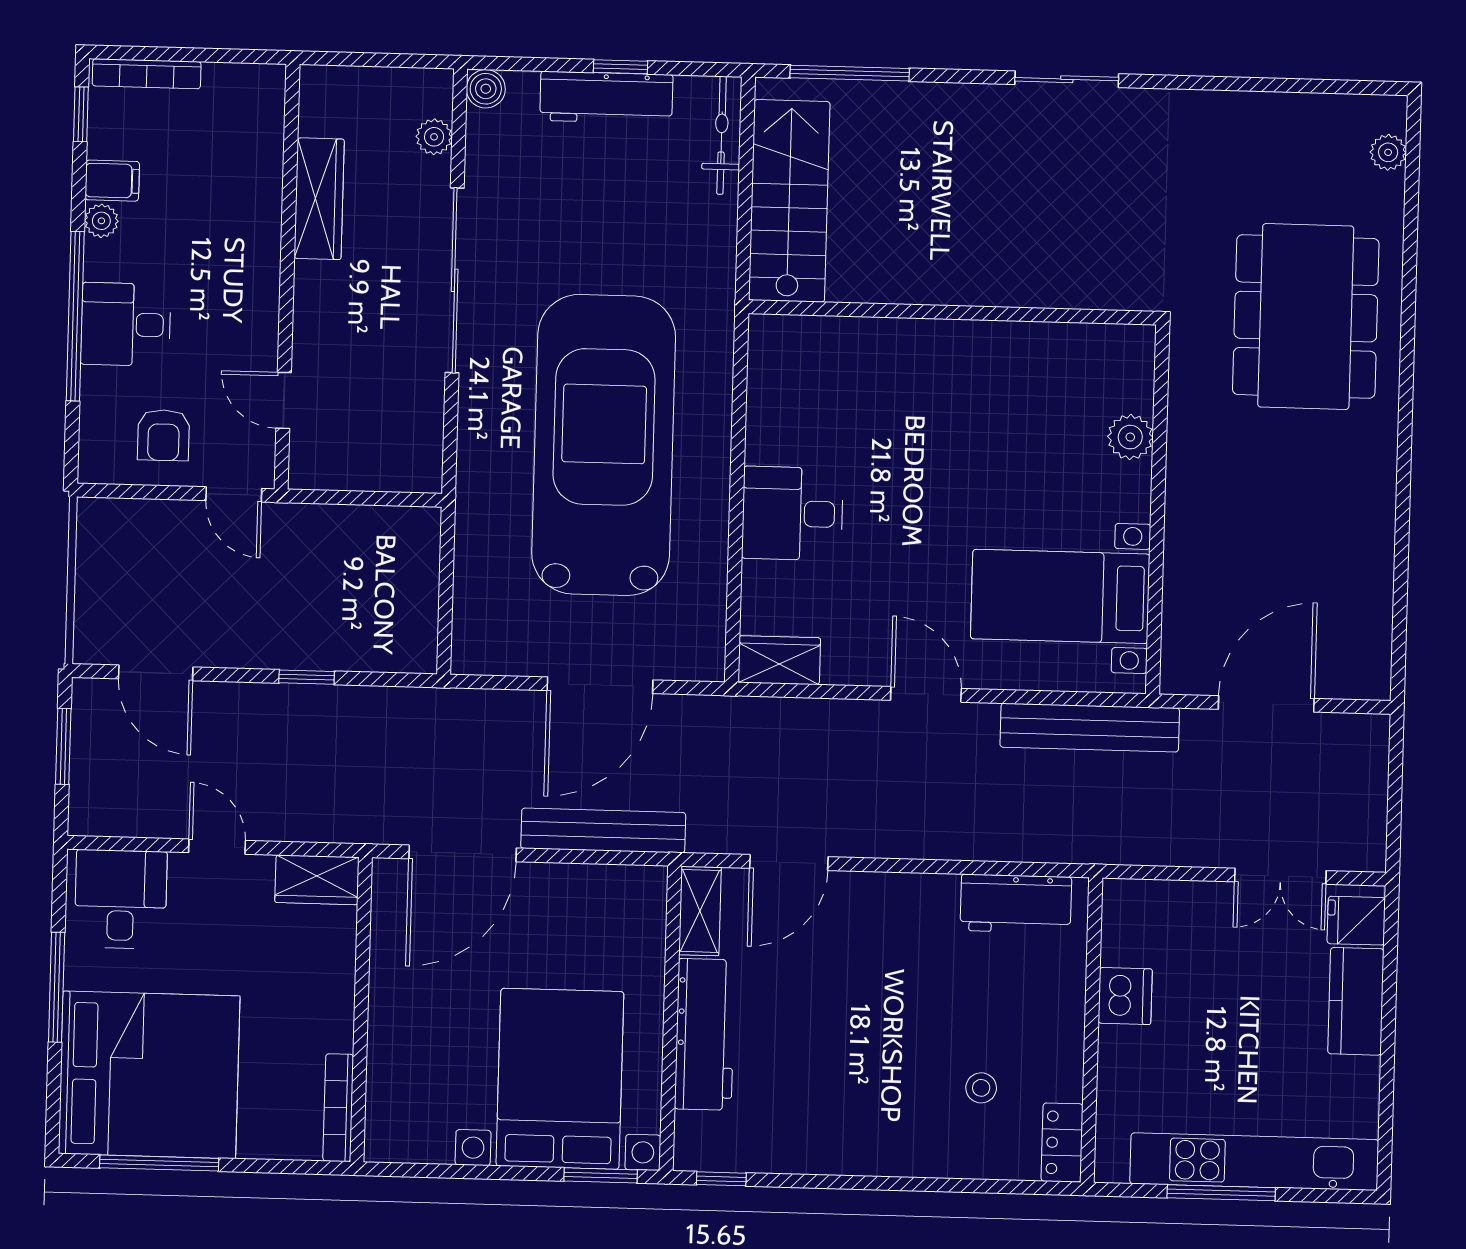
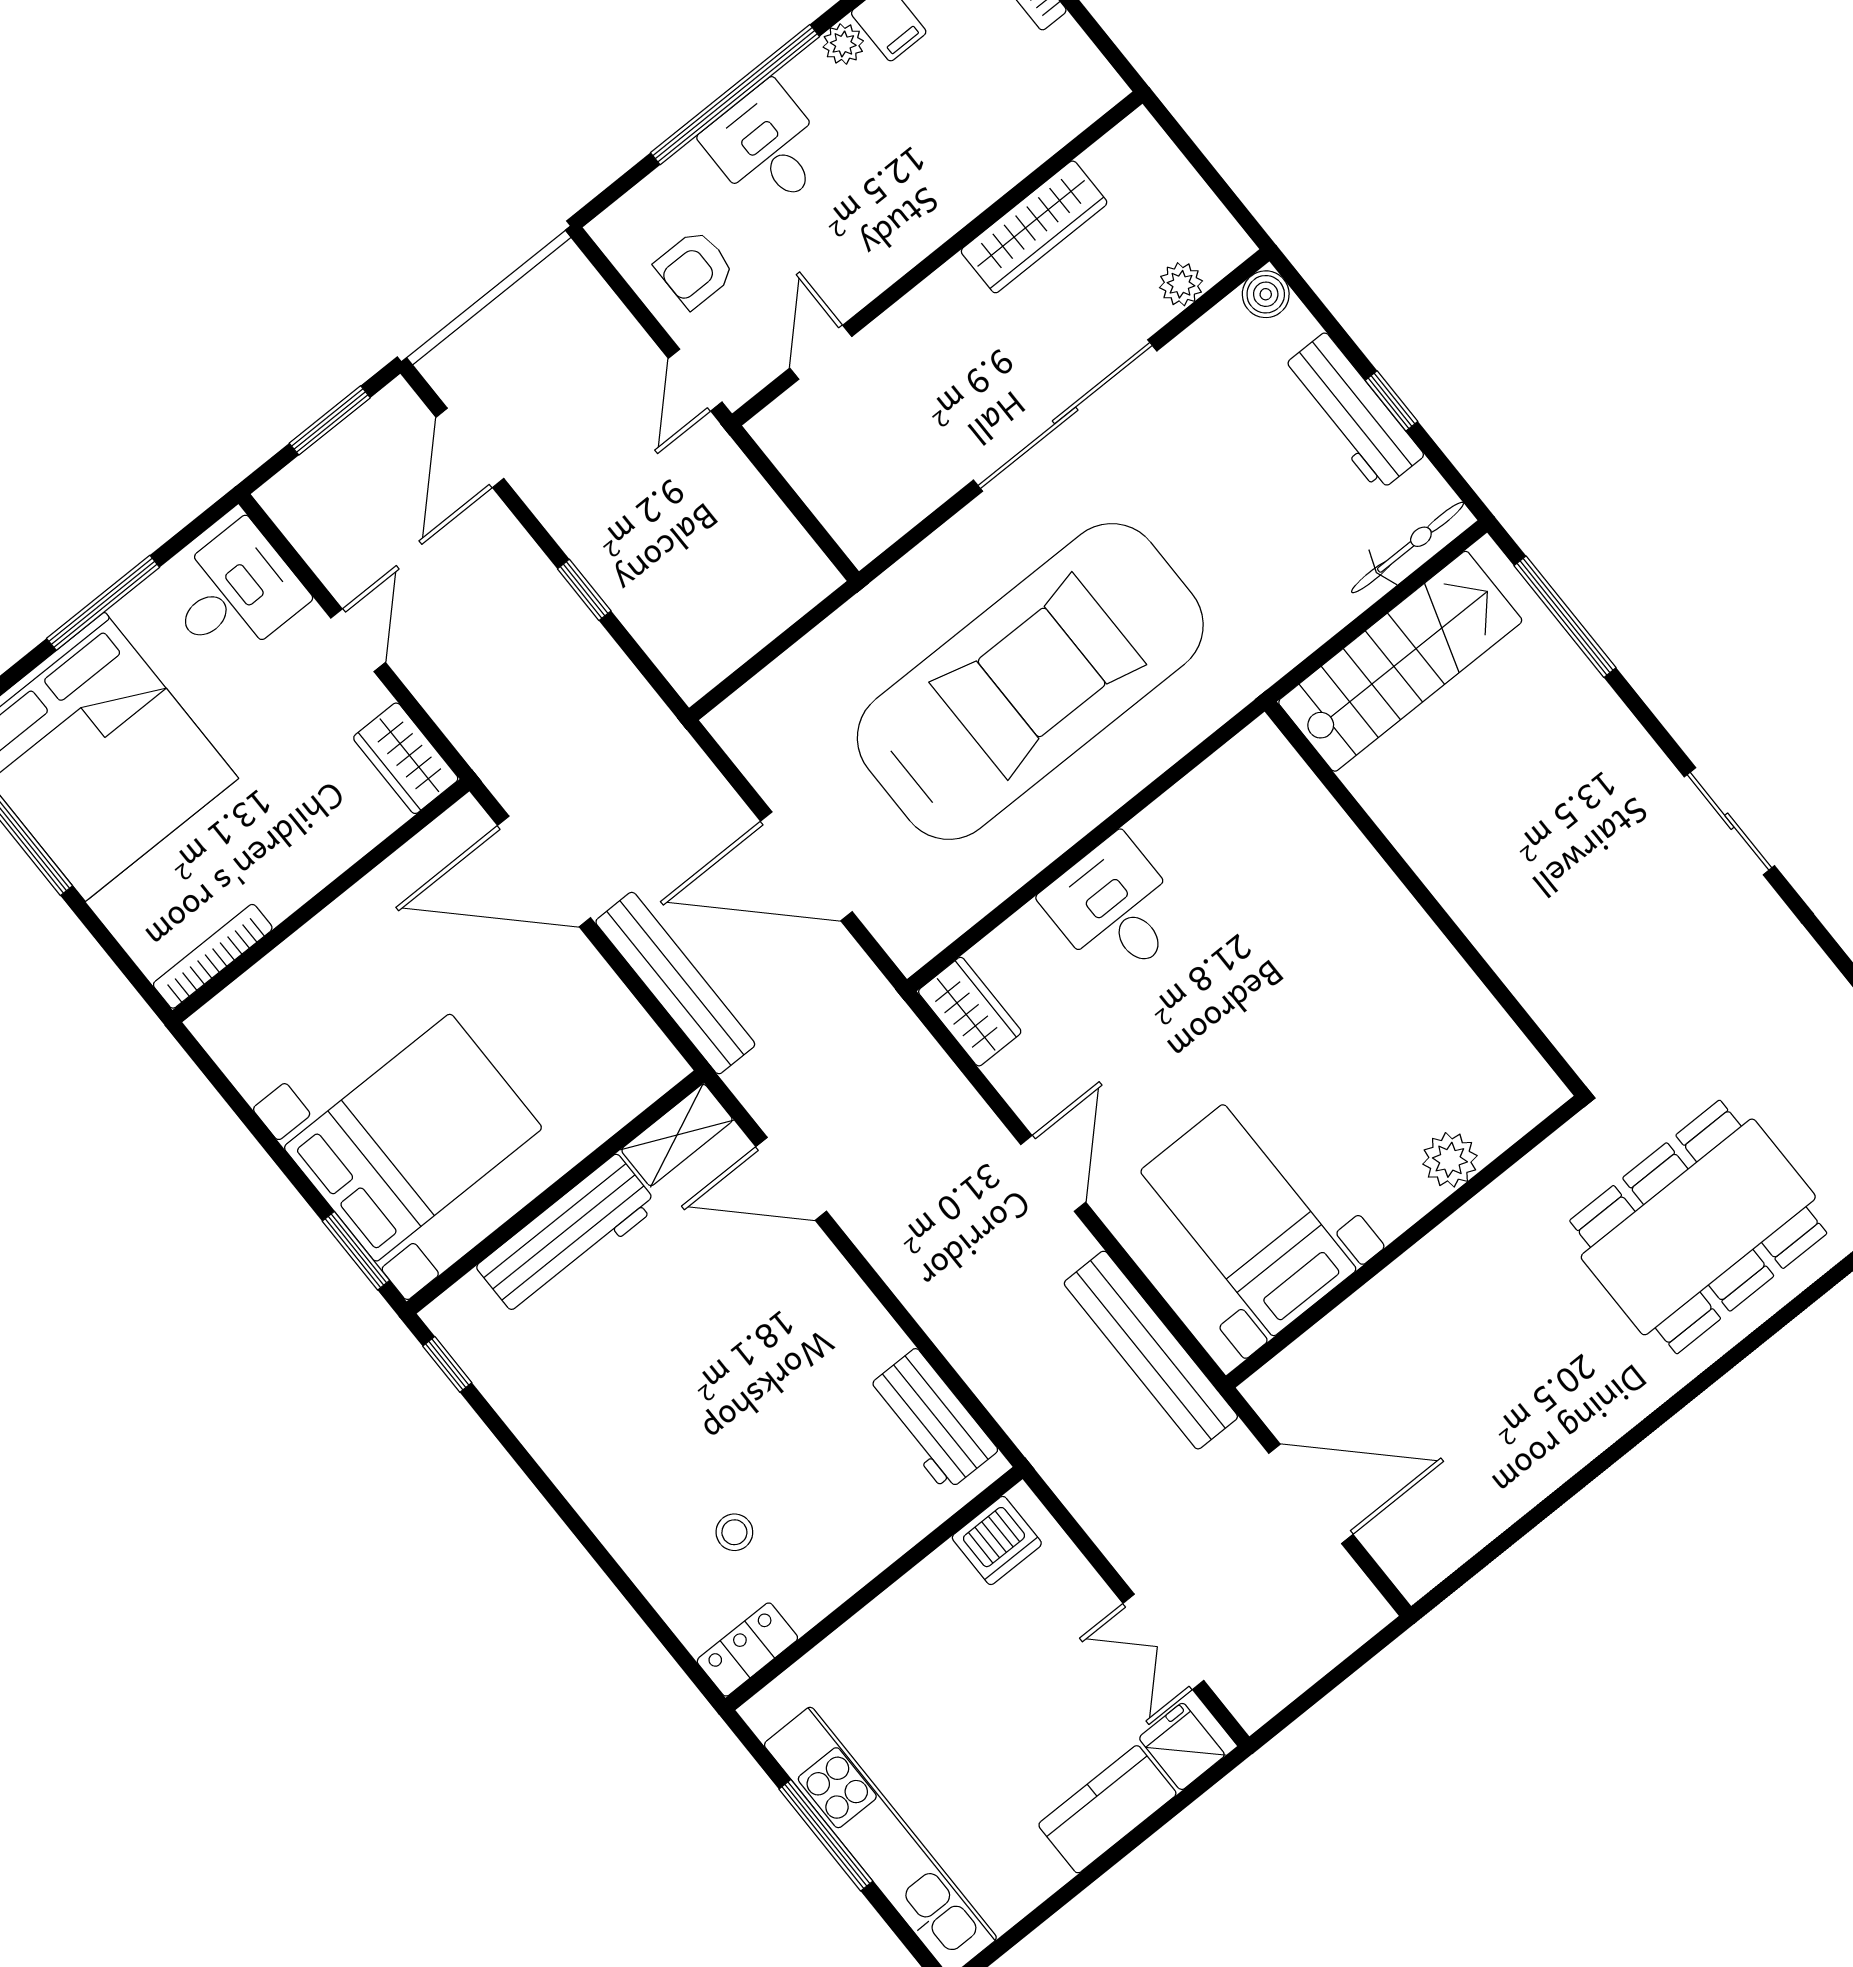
dishwasher: (1125, 996) -> (997, 1540), moved

